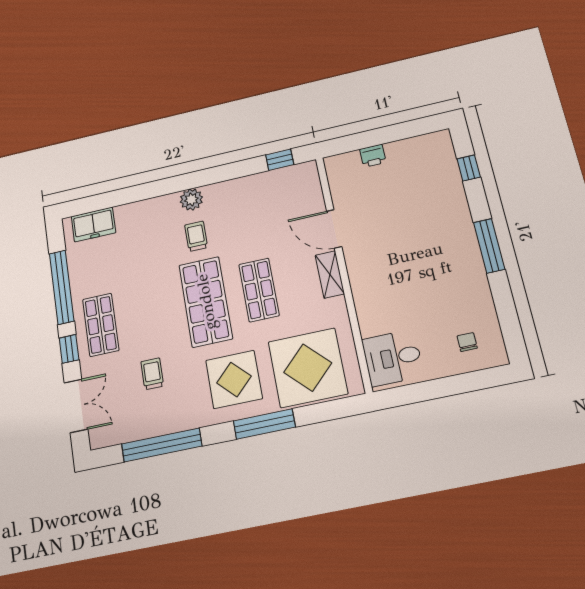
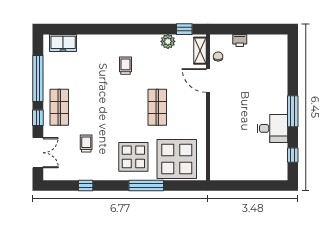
window: (469, 168) -> (293, 155), moved
plant: (191, 200) -> (168, 41), moved
shelving: (330, 274) -> (200, 51), moved
shop shelf: (206, 302) -> (125, 107), removed
chair: (467, 342) -> (218, 56), moved
desk: (393, 358) -> (272, 128), moved, turned 180
window: (162, 445) -> (86, 186), width x0.32

